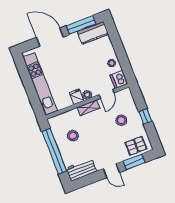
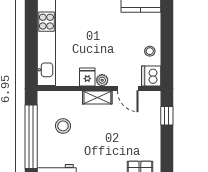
door: (107, 94) -> (128, 89), hinge flipped
window: (145, 116) -> (167, 116), moved
stool: (121, 120) -> (134, 130), removed

